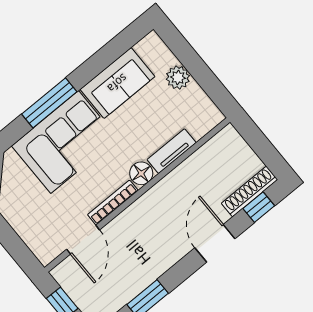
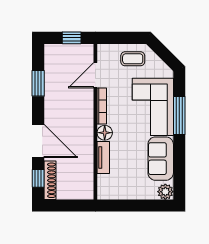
plant: (178, 78) -> (165, 192), moved
coffee table: (28, 212) -> (133, 59), added
door: (83, 240) -> (95, 75), hinge flipped
door: (215, 243) -> (38, 141), width x1.36

